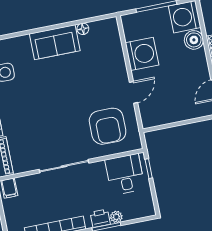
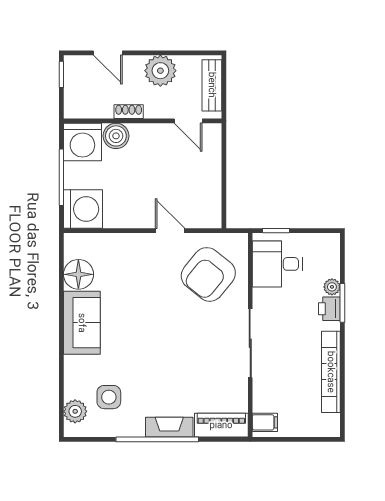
floor lamp: (83, 29) -> (78, 274), width x1.89, depth x1.89
washing machine: (142, 54) -> (83, 209), moved, turned 90
armchair: (108, 126) -> (208, 274), turned 129

